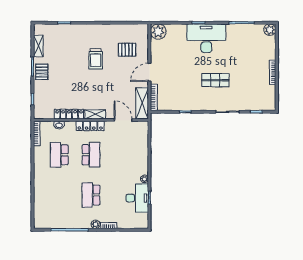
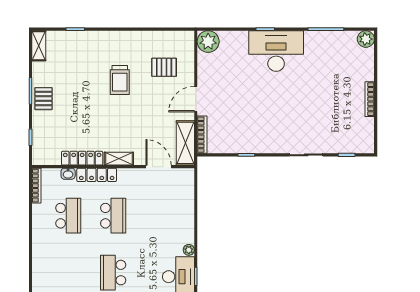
shelving: (38, 46) -> (39, 46), moved
shop shelf: (215, 80) -> (289, 110), removed
locker: (90, 126) -> (97, 175), moved
school desk: (59, 155) -> (68, 216), turned 180

